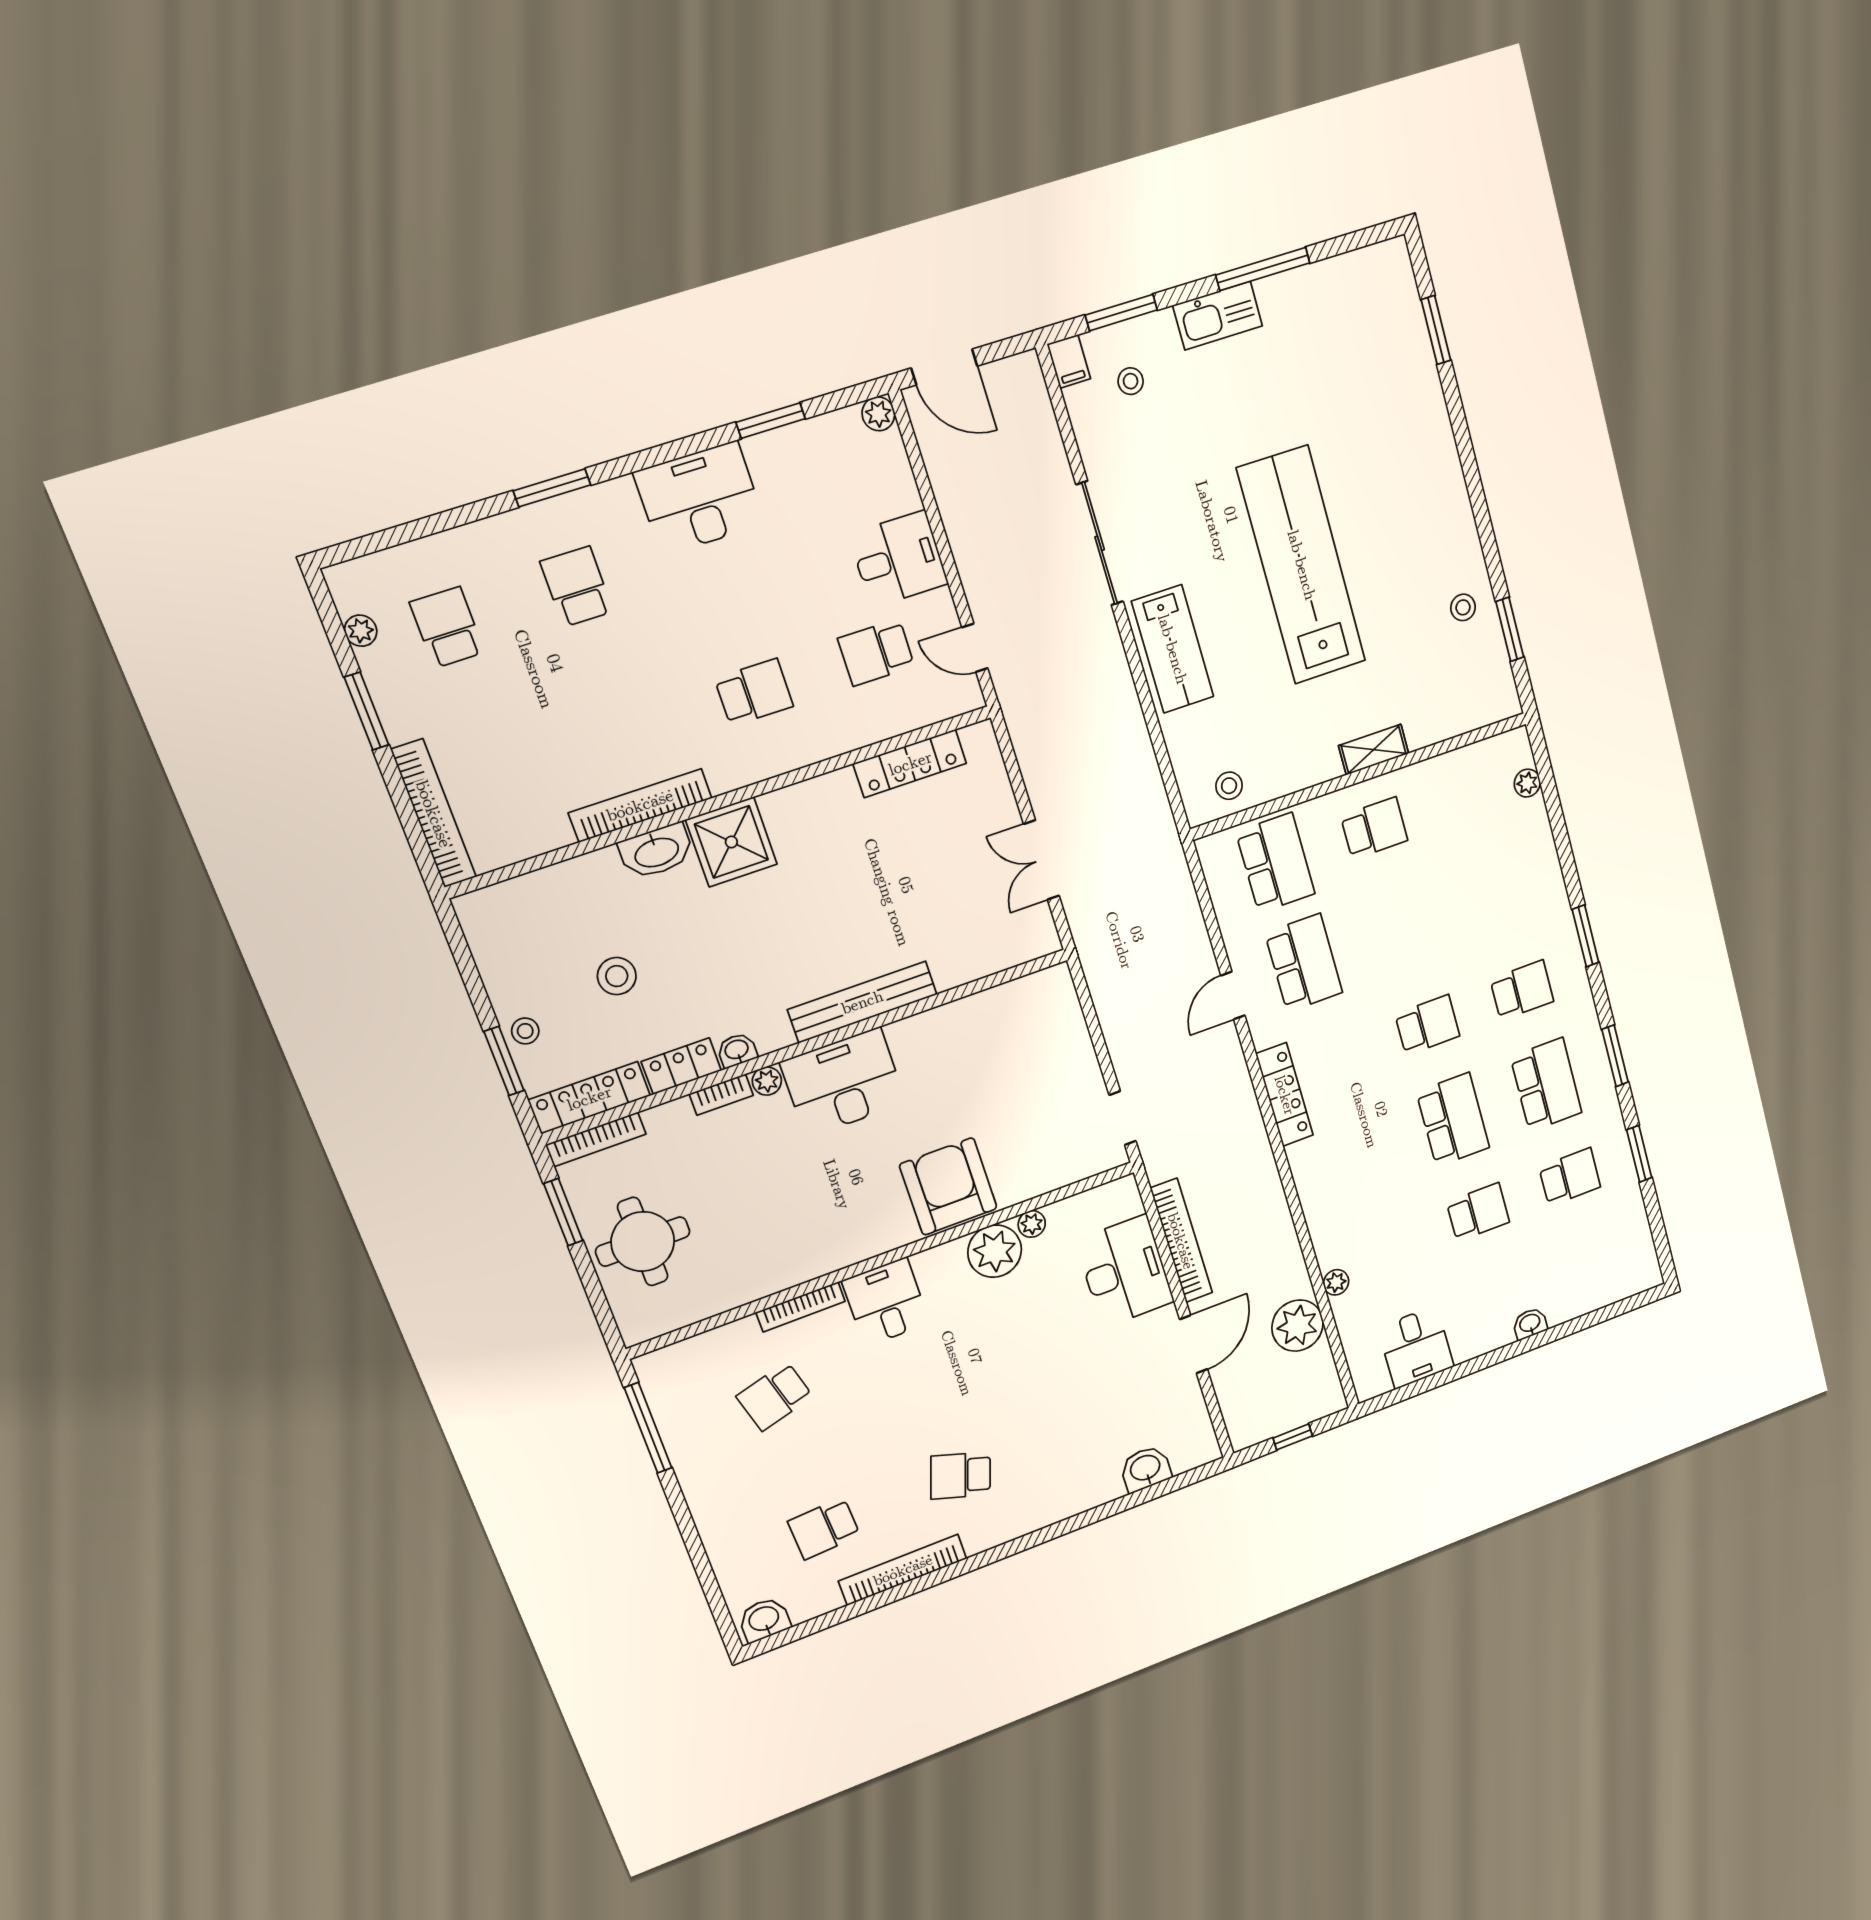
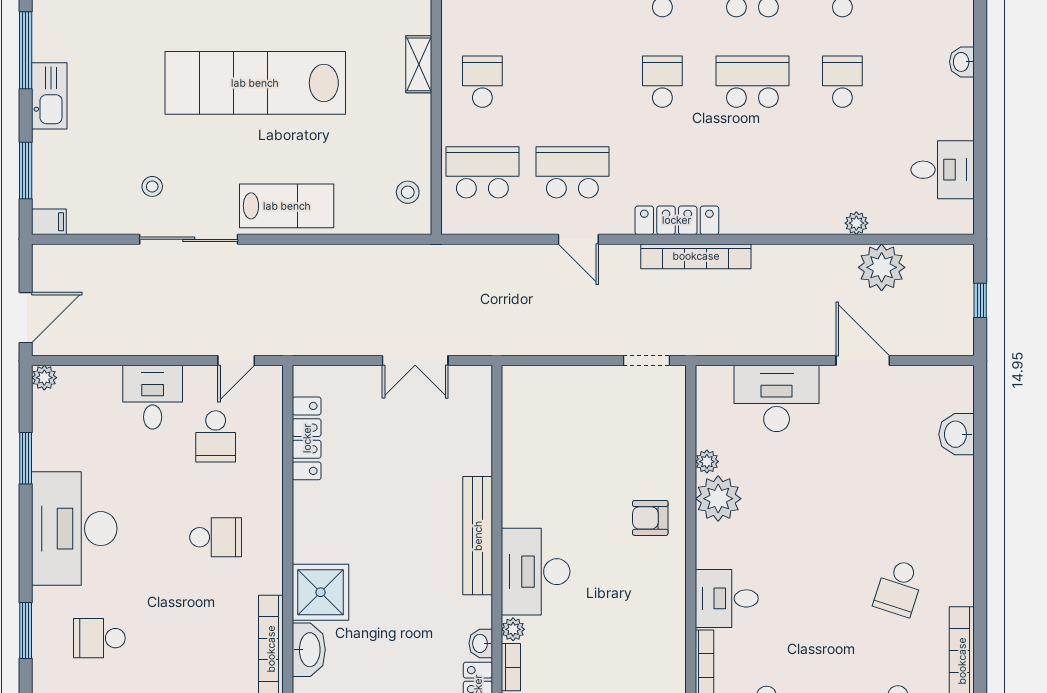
stool: (1131, 381) -> (152, 186), moved
desk: (699, 498) -> (74, 529), width x1.36, depth x1.30
school desk: (754, 692) -> (216, 537), turned 90
armchair: (948, 1186) -> (650, 518), width x0.53, depth x0.53
bookcase: (1181, 1241) -> (696, 256), moved, turned 180

